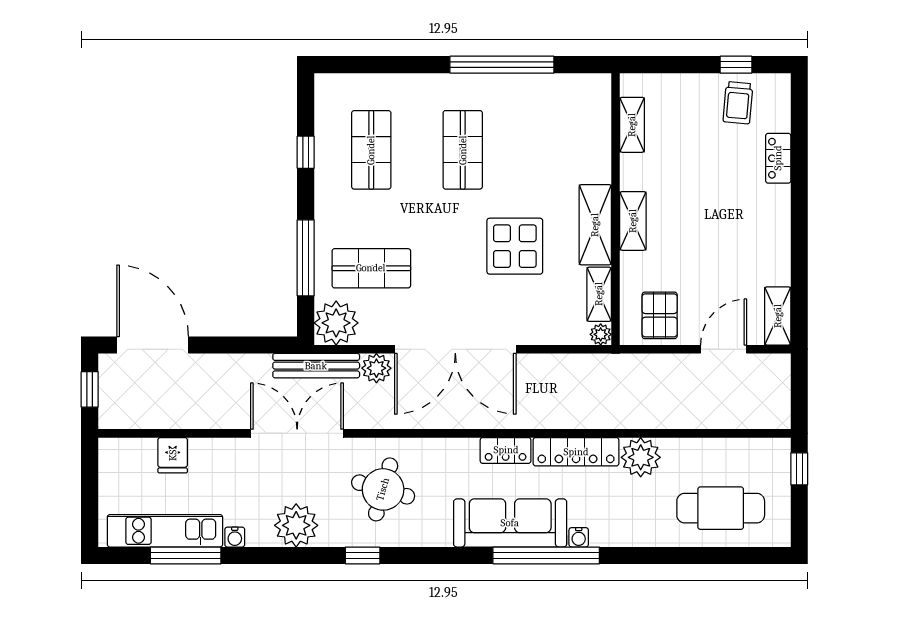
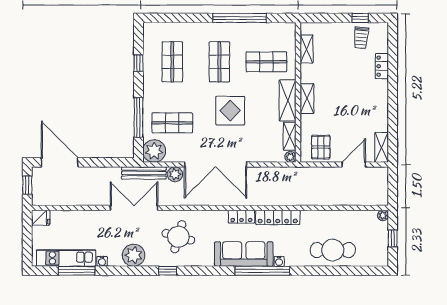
shop shelf: (554, 150) -> (266, 62), added
display table: (515, 246) -> (230, 111), moved
fridge: (173, 455) -> (41, 218), moved, turned -90
plant: (641, 457) -> (383, 215), moved, width x0.53, depth x0.53
window: (799, 469) -> (393, 238), moved
cafe table: (721, 508) -> (333, 250), moved

